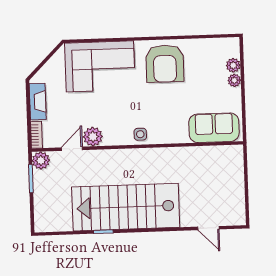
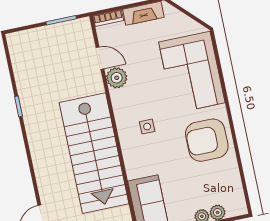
side table: (140, 134) -> (147, 127), moved
plant: (41, 160) -> (82, 27), removed
stairs: (126, 207) -> (94, 153), moved, turned 180

